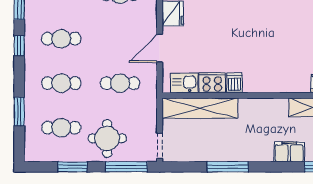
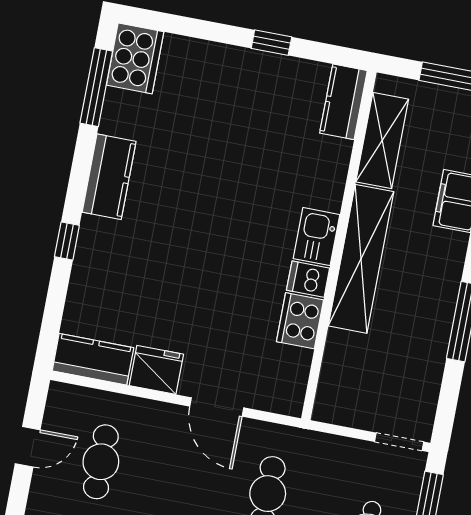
kitchen sink: (184, 83) -> (317, 237), moved
shelving: (200, 108) -> (361, 259), moved

